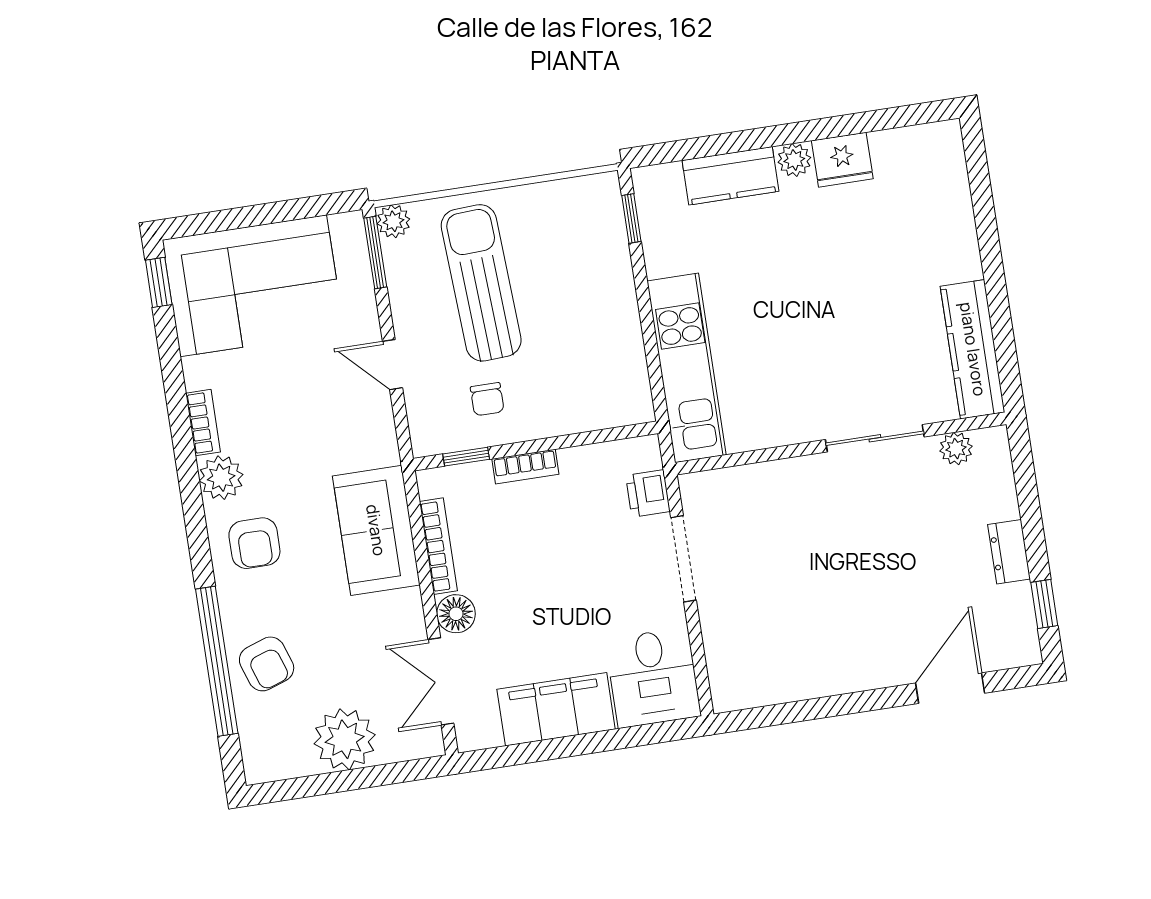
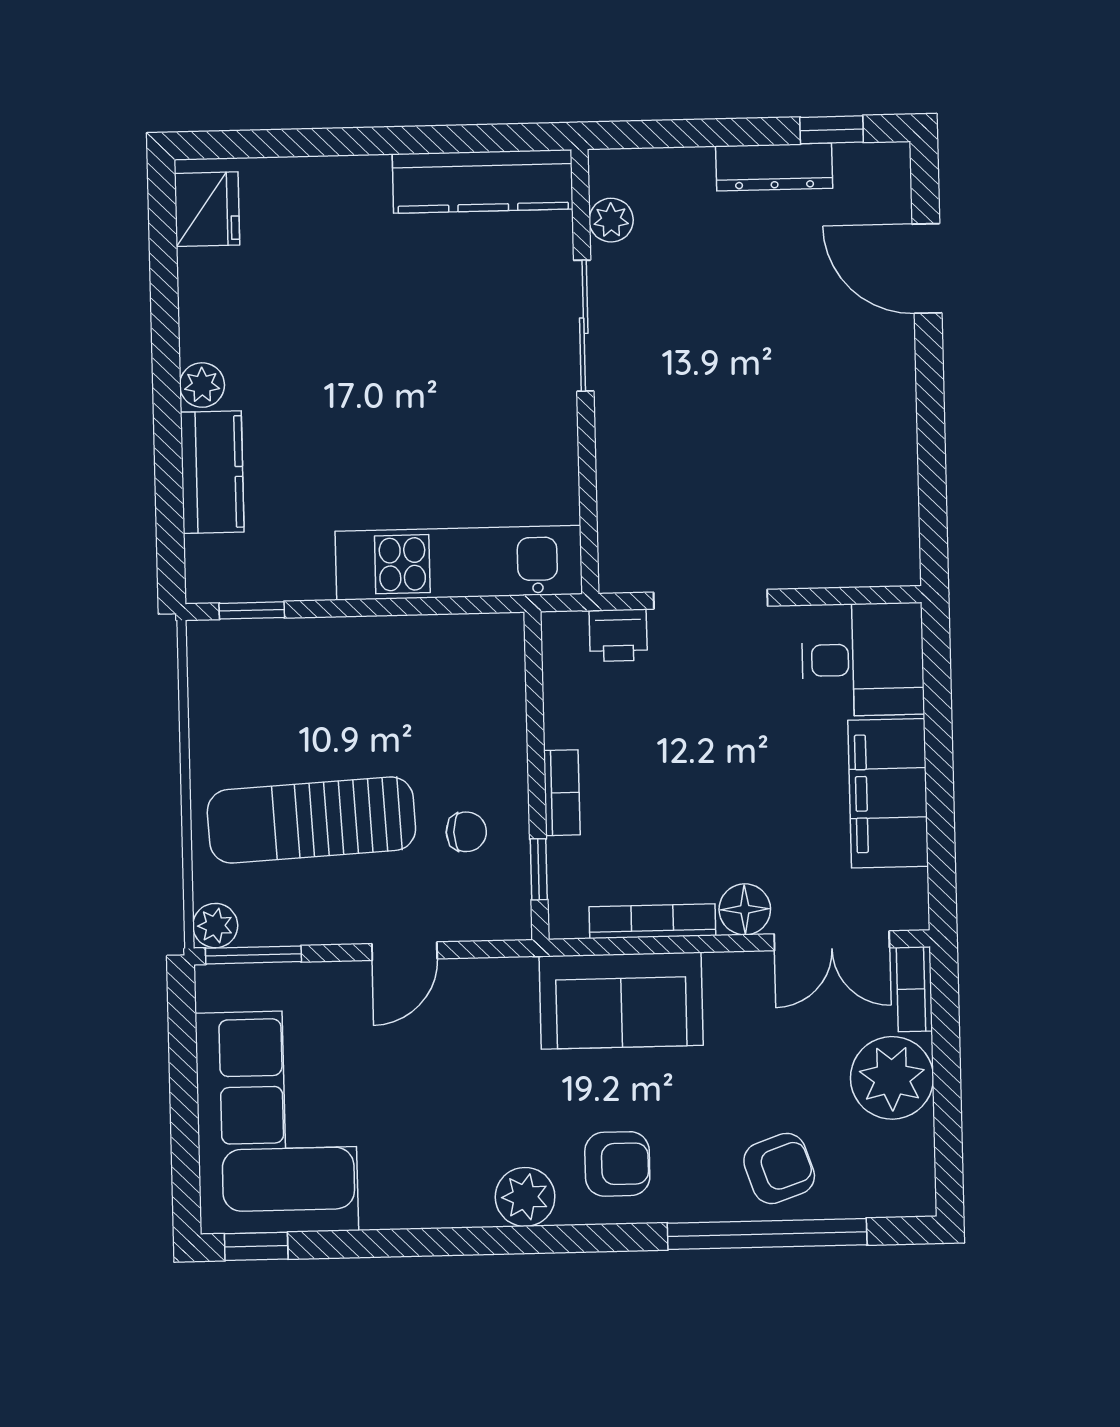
fridge: (842, 160) -> (207, 209), moved
bookcase: (203, 423) -> (914, 989), moved, turned -90
dresser: (1009, 552) -> (774, 167), width x1.44

